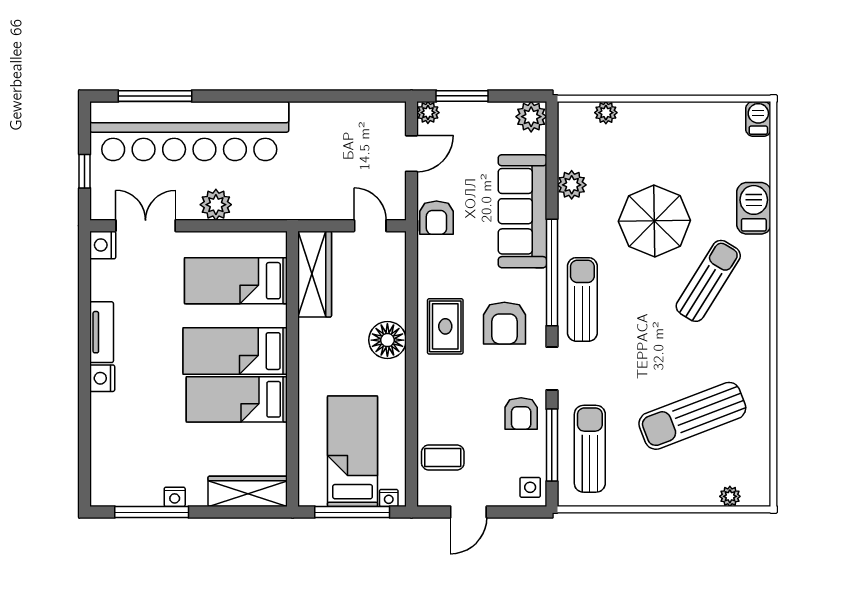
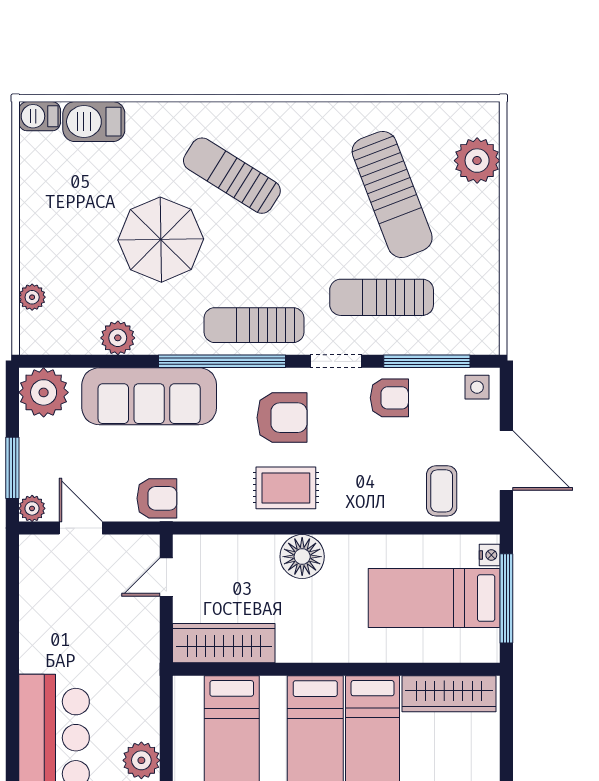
plant: (531, 117) -> (44, 392), width x1.36, depth x1.36
barbecue: (754, 208) -> (94, 122), moved
sun lounger: (590, 449) -> (382, 297), moved
wardrobe: (248, 491) -> (449, 694), moved, turned -90
plant: (730, 496) -> (477, 161), width x1.87, depth x1.87
door: (468, 512) -> (506, 460), width x1.38

